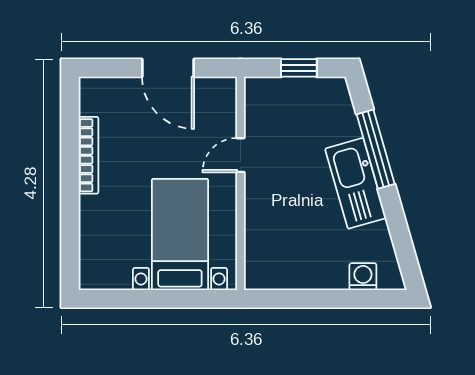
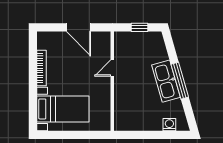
window: (376, 149) -> (180, 81), moved
bed with nightstands: (180, 234) -> (63, 109), moved, turned 90

